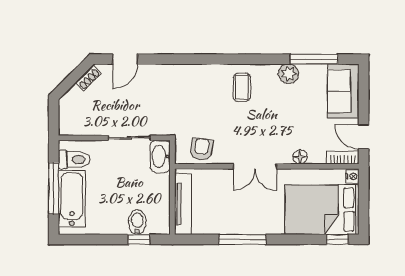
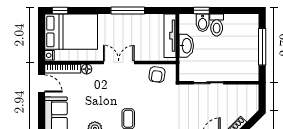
washbasin: (160, 156) -> (186, 46), moved
bookcase: (343, 158) -> (63, 69), width x1.56
toilet: (74, 159) -> (217, 25), moved, turned -90
bathtub: (72, 199) -> (249, 39), removed

